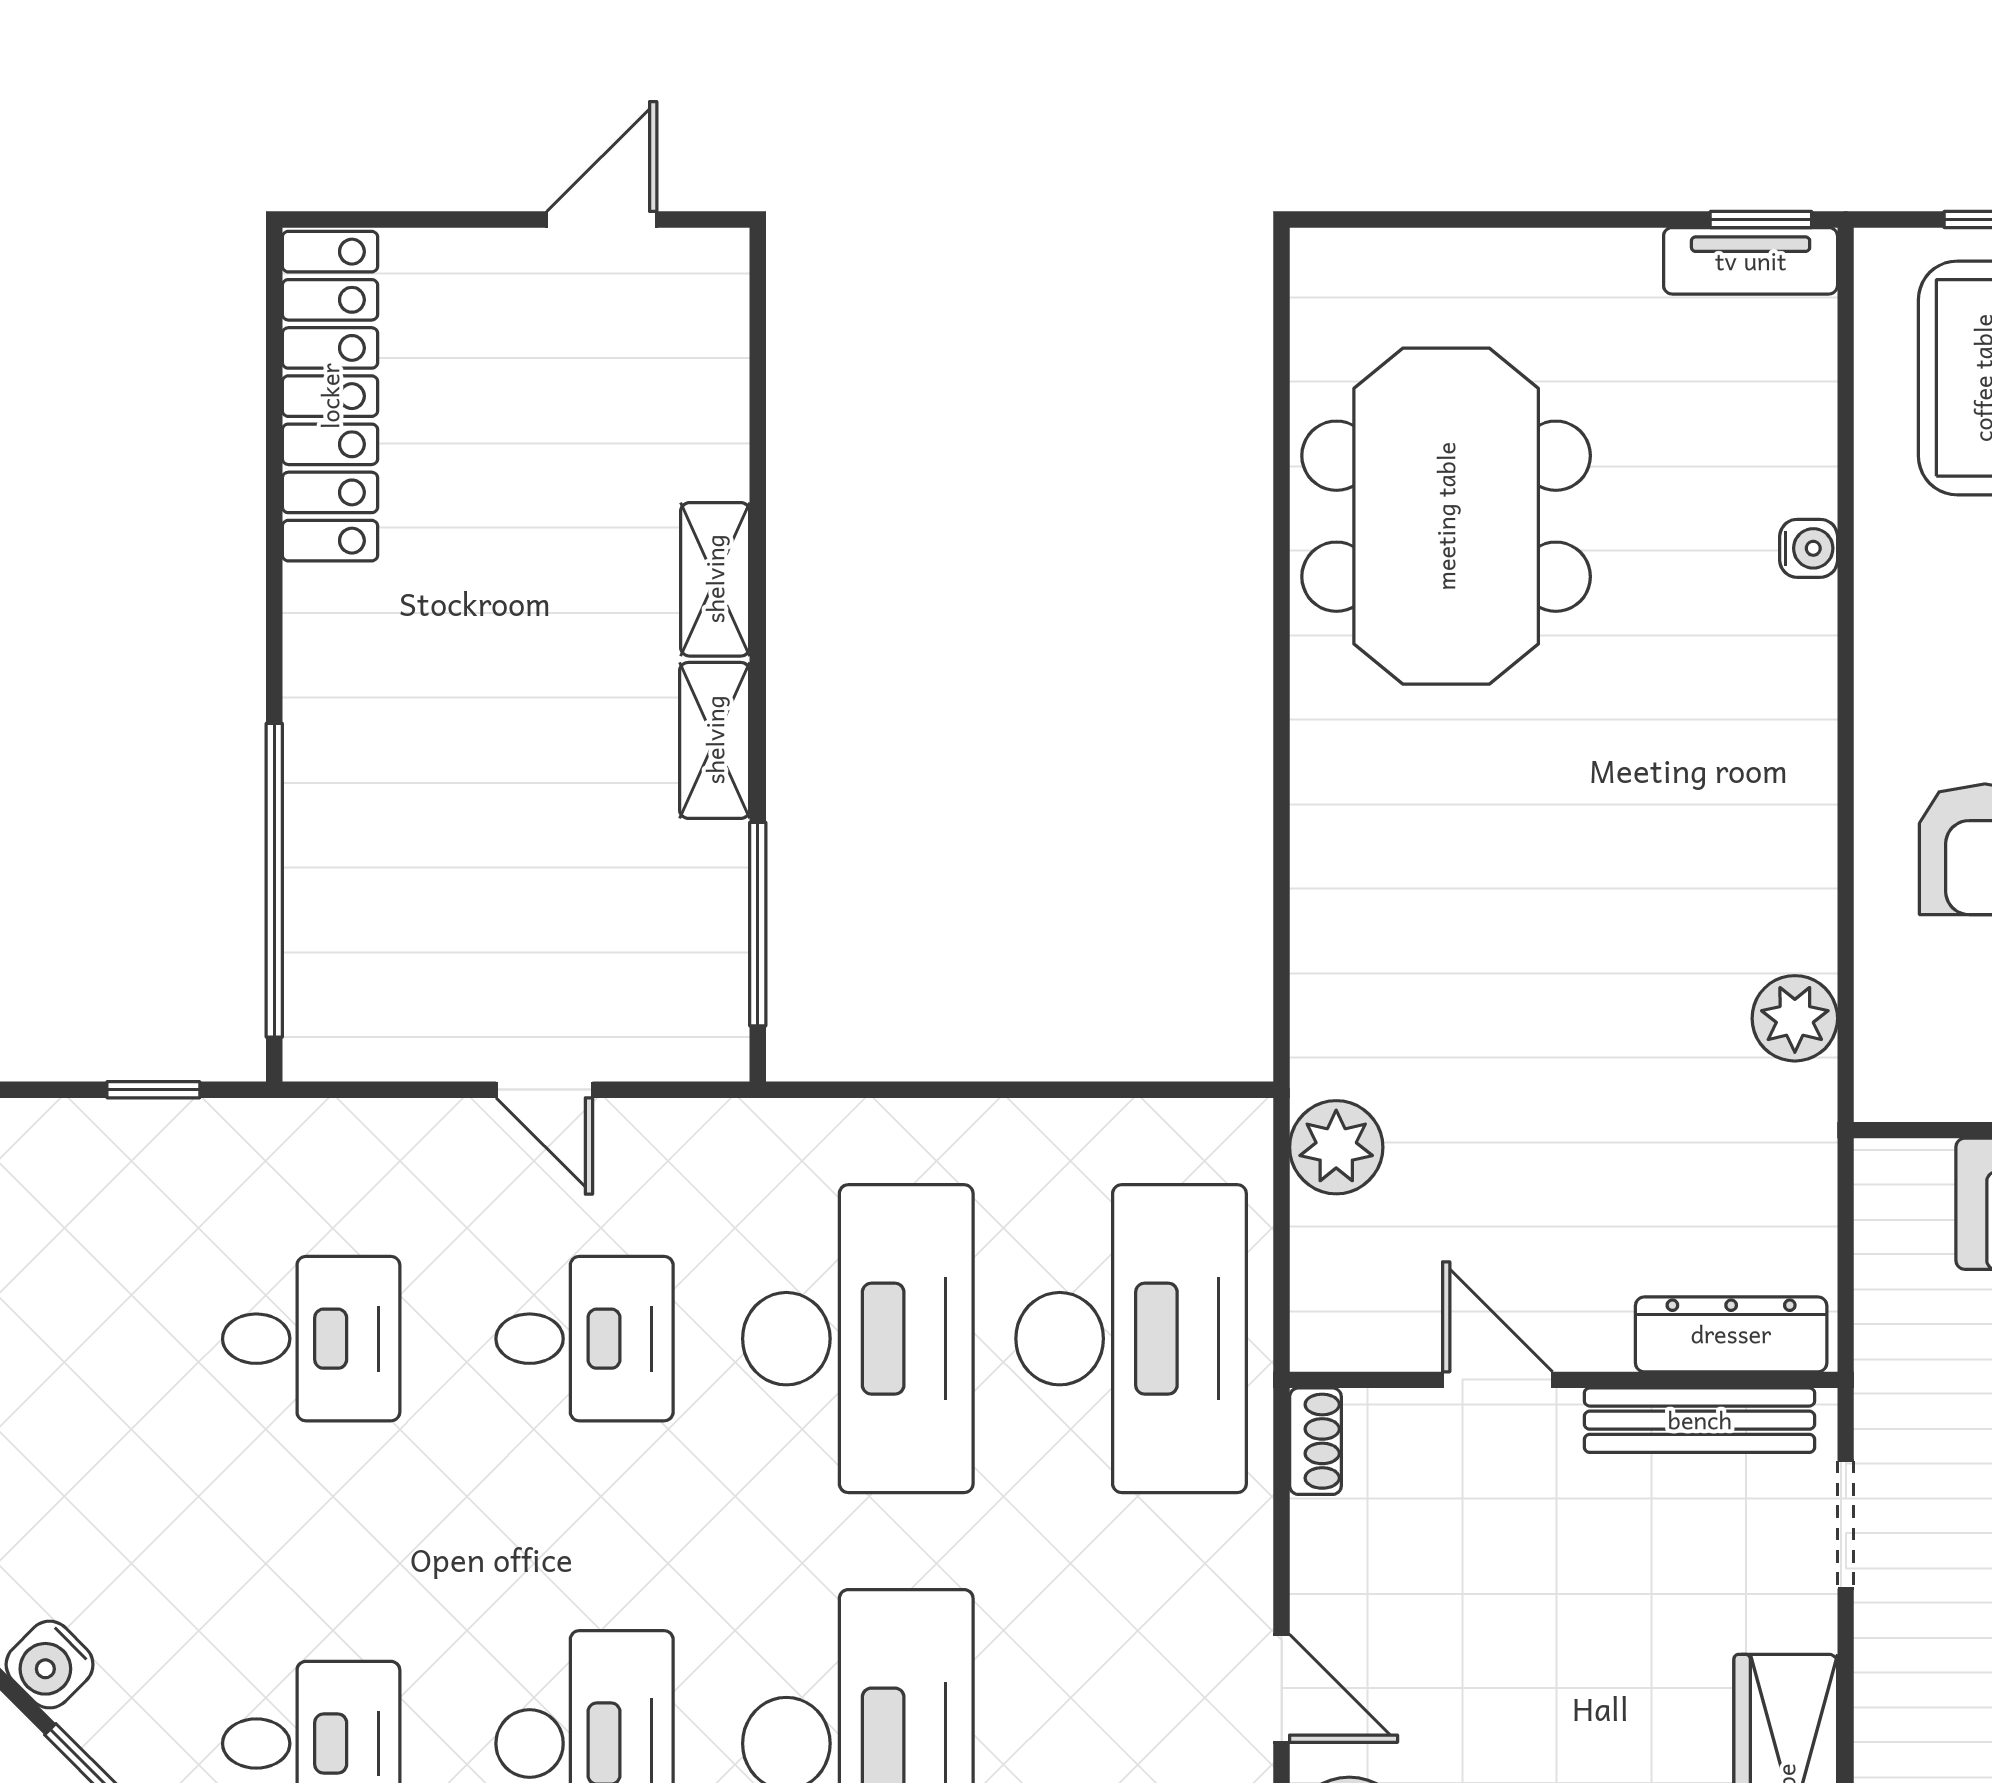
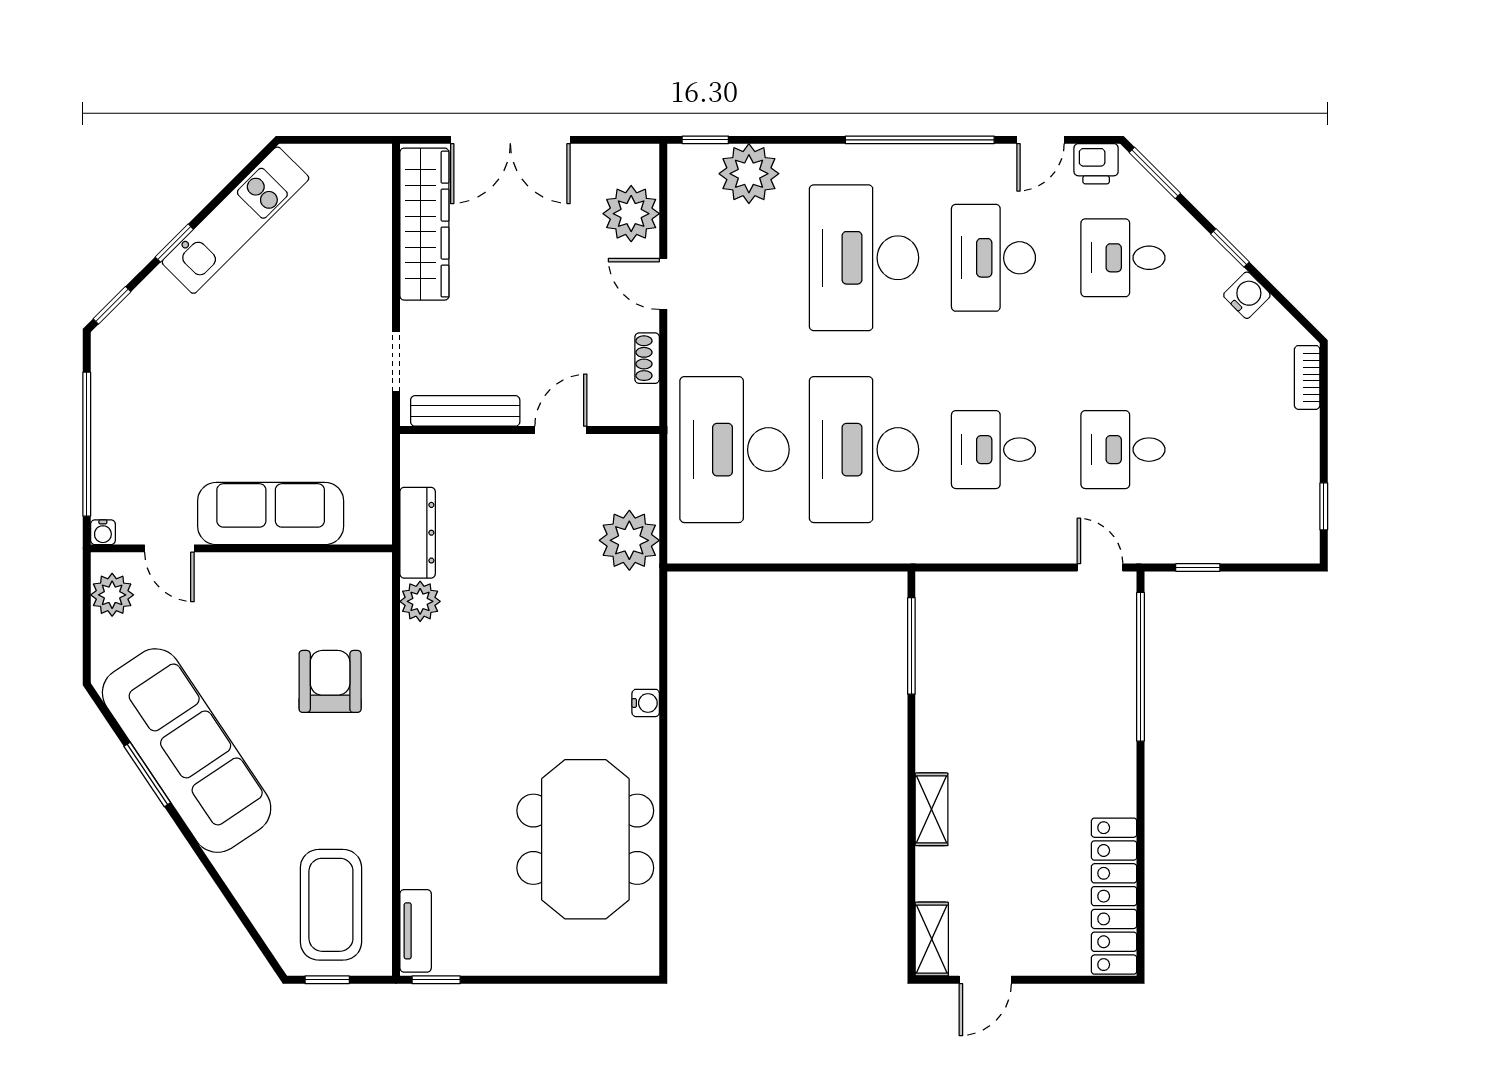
tv unit: (1751, 261) -> (416, 931), moved, turned 90
water cooler: (1809, 548) -> (646, 703), moved, turned 180
shelving: (715, 740) -> (932, 939), moved
door: (544, 1090) -> (1100, 567), moved
plant: (1336, 1147) -> (629, 540), width x1.36, depth x1.36
dresser: (1731, 1334) -> (418, 533), moved, turned -90
door: (1498, 1380) -> (561, 430), swing flipped
shoe rack: (1315, 1441) -> (647, 358), moved

